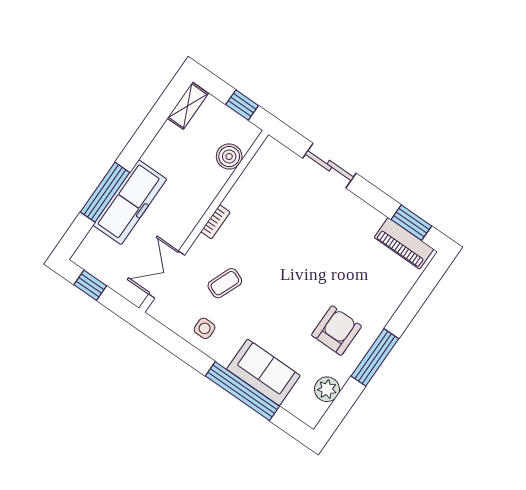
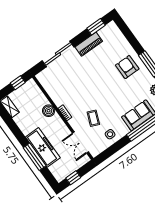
boiler: (229, 157) -> (49, 111), moved
sliding door: (329, 166) -> (58, 54), width x1.37
piano: (404, 243) -> (89, 44), moved
armchair: (337, 331) -> (127, 67), moved

